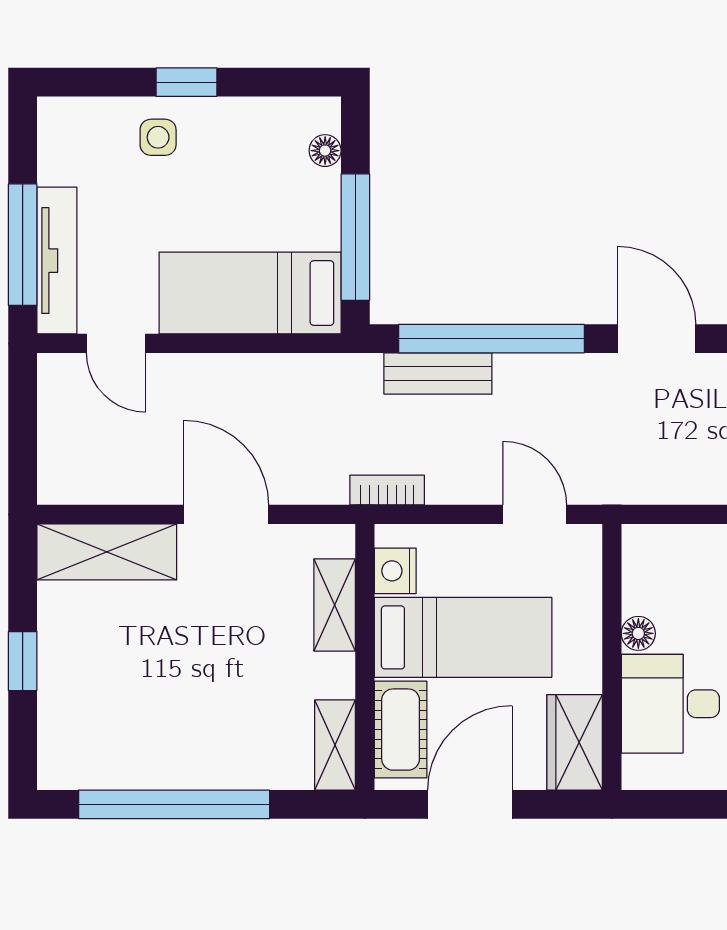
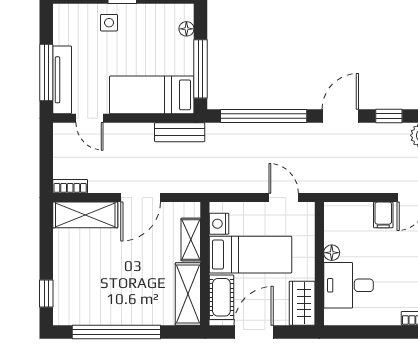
door: (657, 339) -> (340, 116), hinge flipped
bench: (438, 374) -> (180, 132), moved
bookcase: (387, 490) -> (70, 186), moved
door: (226, 514) -> (141, 198), swing flipped
window: (23, 661) -> (46, 293), moved
shelving: (335, 745) -> (188, 294), width x1.50, depth x1.33

